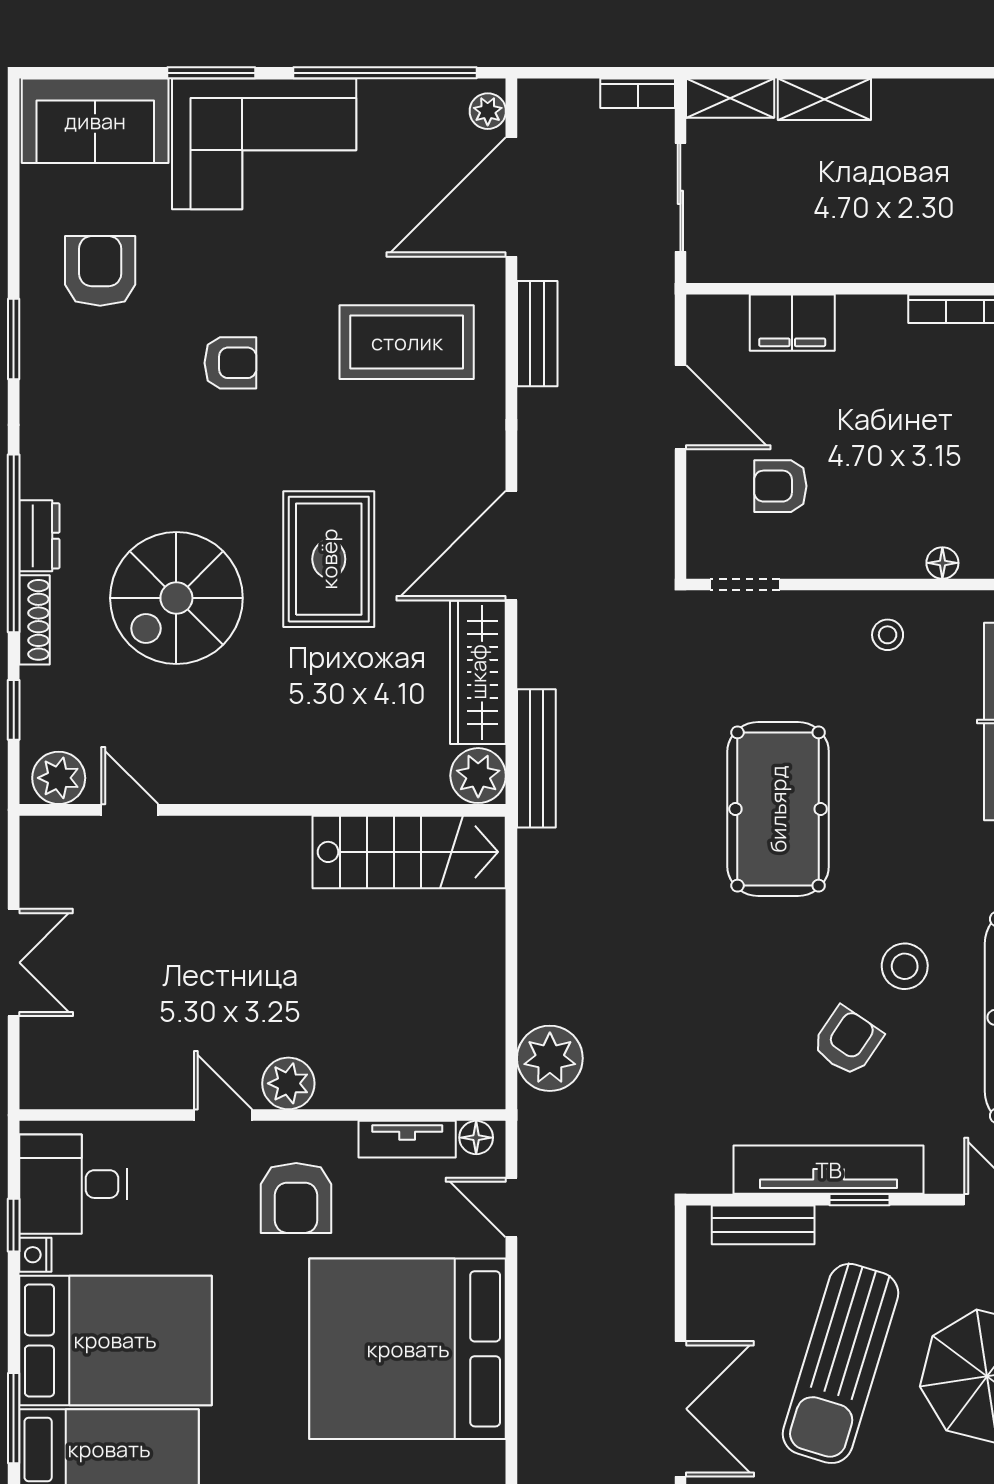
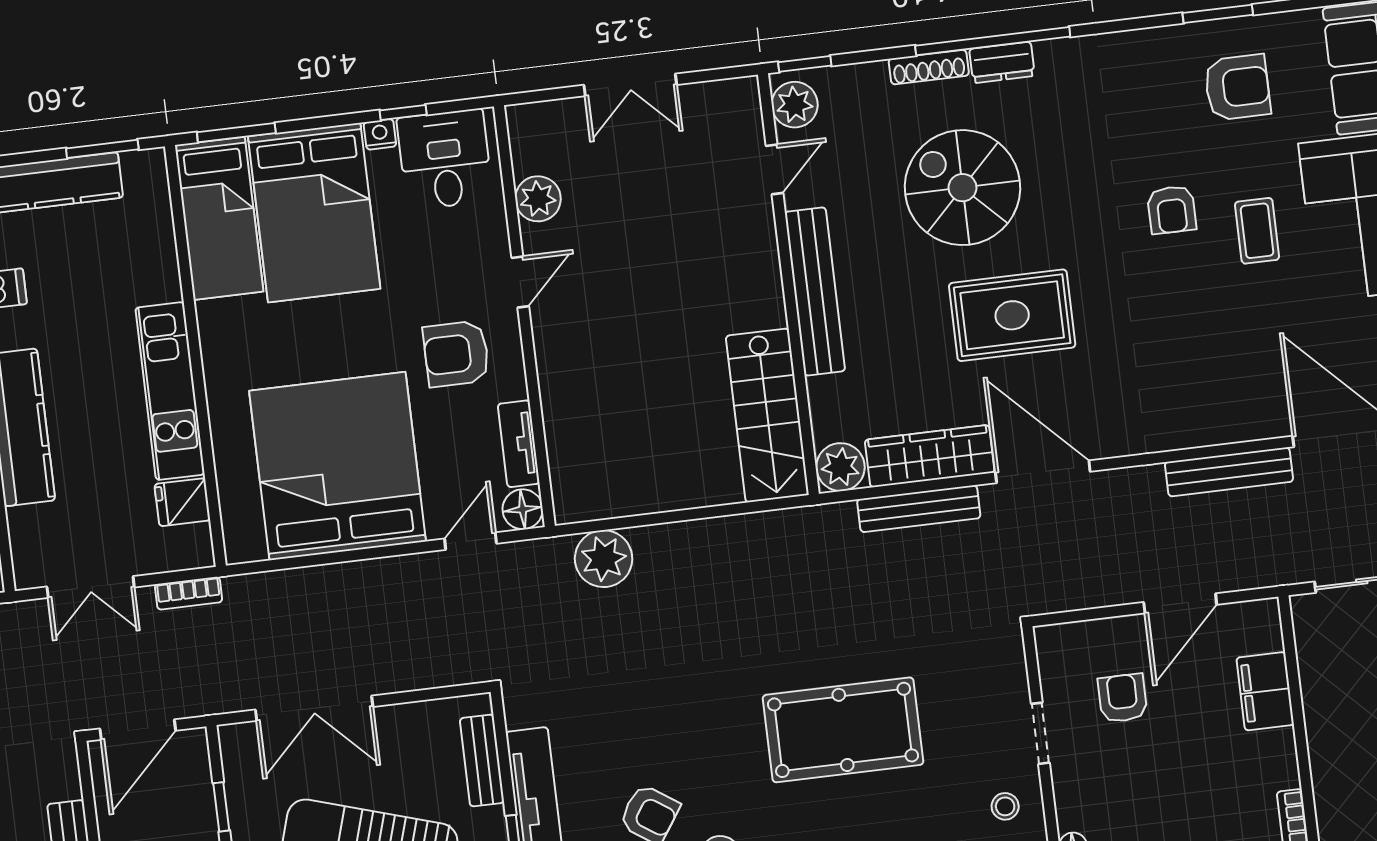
bench: (537, 334) -> (1229, 472), width x1.36
window: (14, 339) -> (1218, 14), moved
coffee table: (407, 342) -> (1257, 231), moved, width x0.54, depth x0.58
doorway: (745, 584) -> (1040, 733), moved
window: (14, 710) -> (805, 64), moved
bench: (536, 758) -> (919, 509), moved
bench: (274, 781) -> (815, 291), added
plant: (288, 1083) -> (538, 199), moved
floor lamp: (476, 1138) -> (523, 509), width x1.37, depth x1.37

